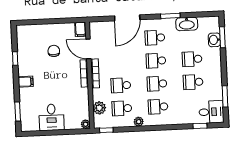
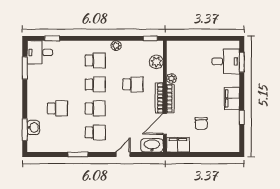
door: (127, 18) -> (123, 154), width x0.53
washbasin: (187, 24) -> (152, 145), moved
filing cabinet: (80, 29) -> (178, 145), width x2.00
door: (88, 49) -> (165, 124), swing flipped
filing cabinet: (26, 82) -> (232, 98), width x2.00
school desk: (193, 82) -> (57, 84), removed
school desk: (122, 108) -> (133, 60), removed
desk: (51, 117) -> (226, 61), moved, turned 90
plant: (86, 124) -> (171, 79), moved

